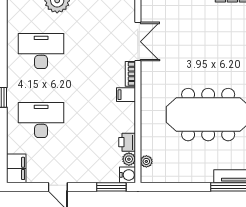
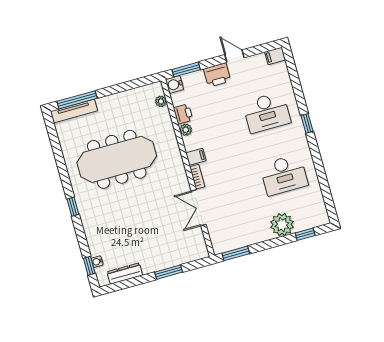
plant: (129, 159) -> (186, 130), moved
filing cabinet: (16, 168) -> (275, 56), width x0.50
printer: (81, 173) -> (217, 75), added

